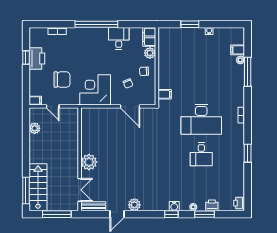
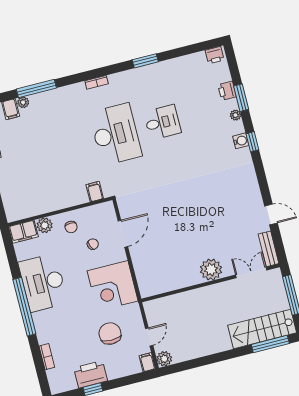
desk: (119, 38) -> (43, 283), width x1.87, depth x1.30
plant: (35, 128) -> (164, 359), moved
plant: (134, 205) -> (253, 194), removed

